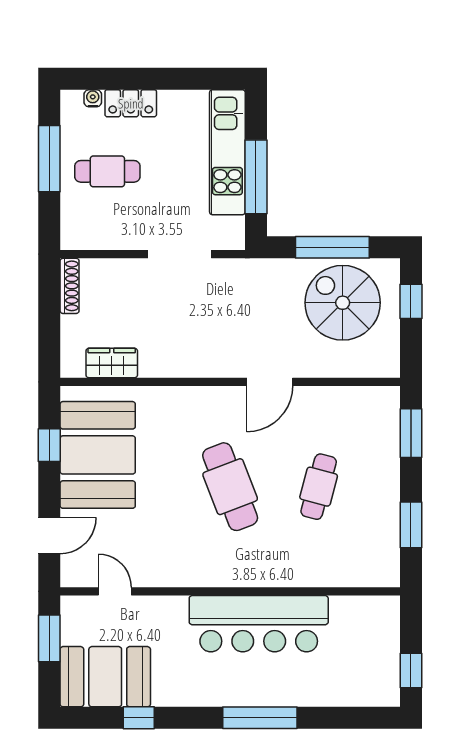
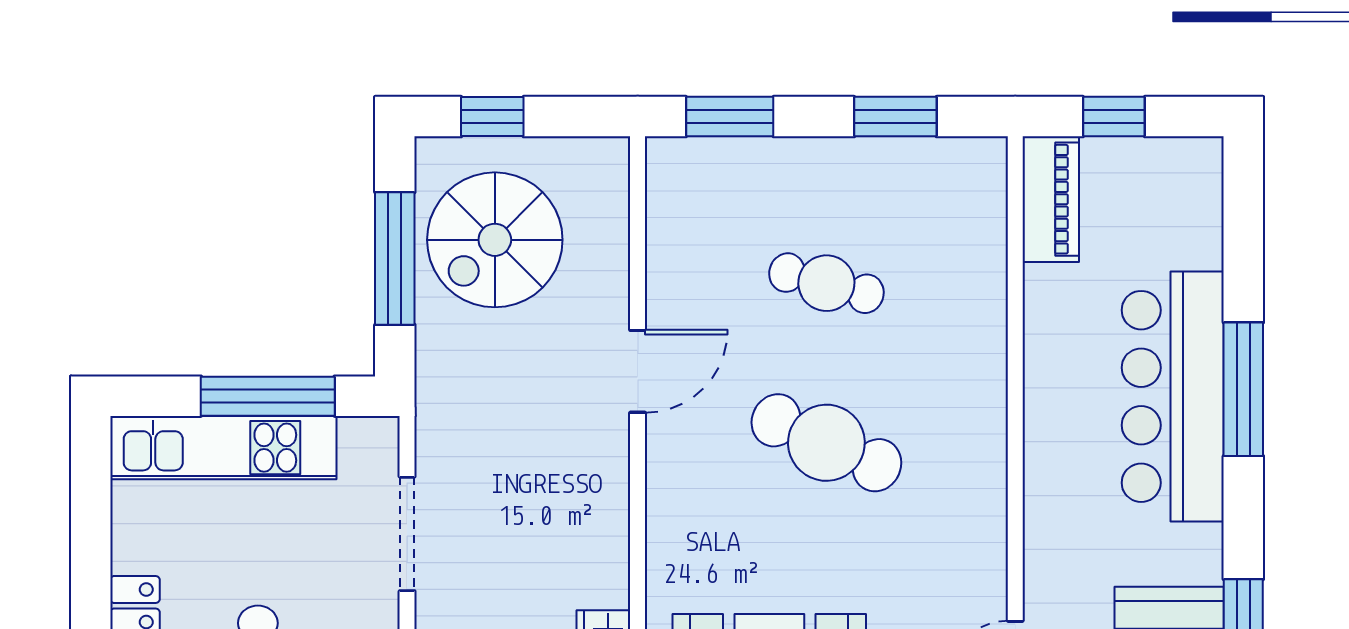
door: (270, 382) -> (638, 371), hinge flipped
cafe table: (230, 487) -> (826, 443), turned 45
piano: (365, 611) -> (1051, 199), added
bar counter: (259, 624) -> (1173, 396), moved, turned 180
window: (411, 670) -> (1114, 117), moved

